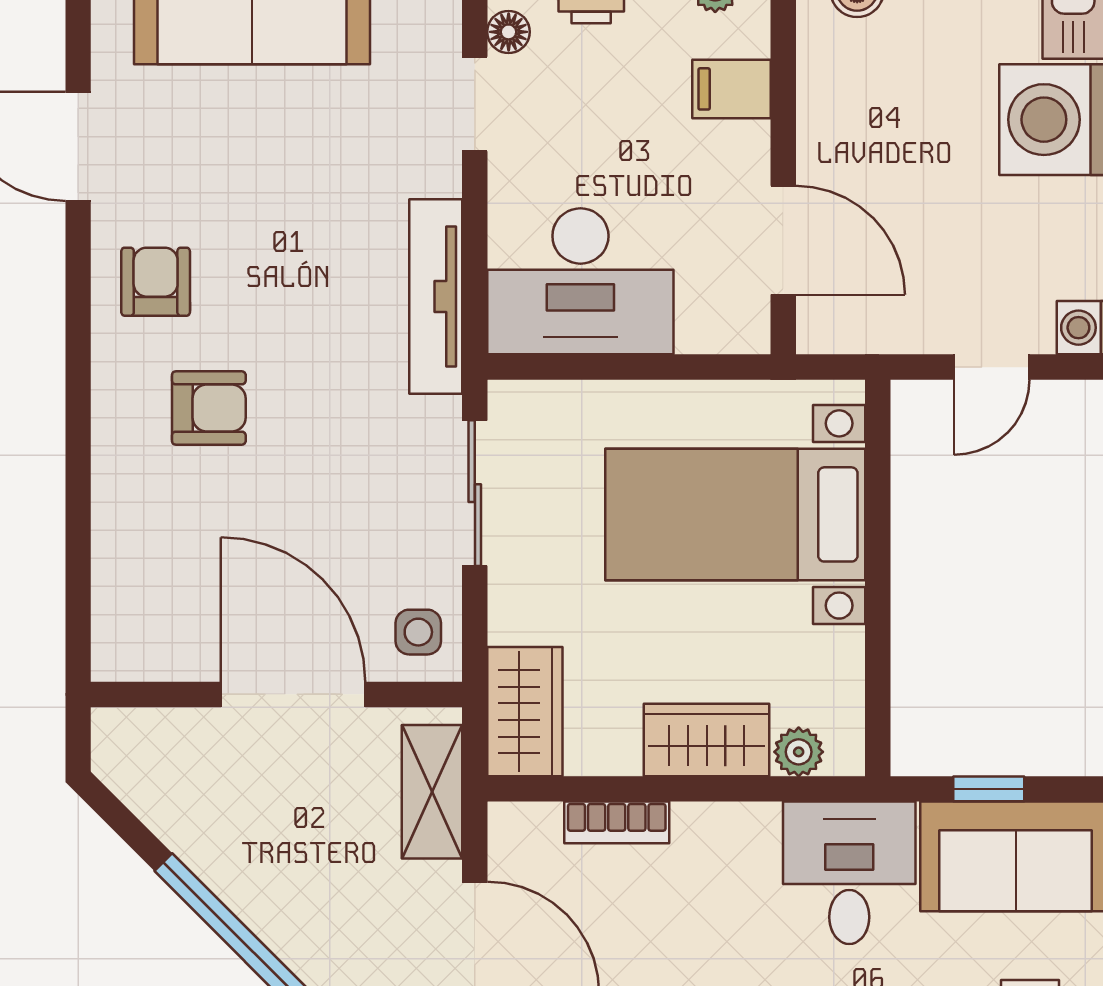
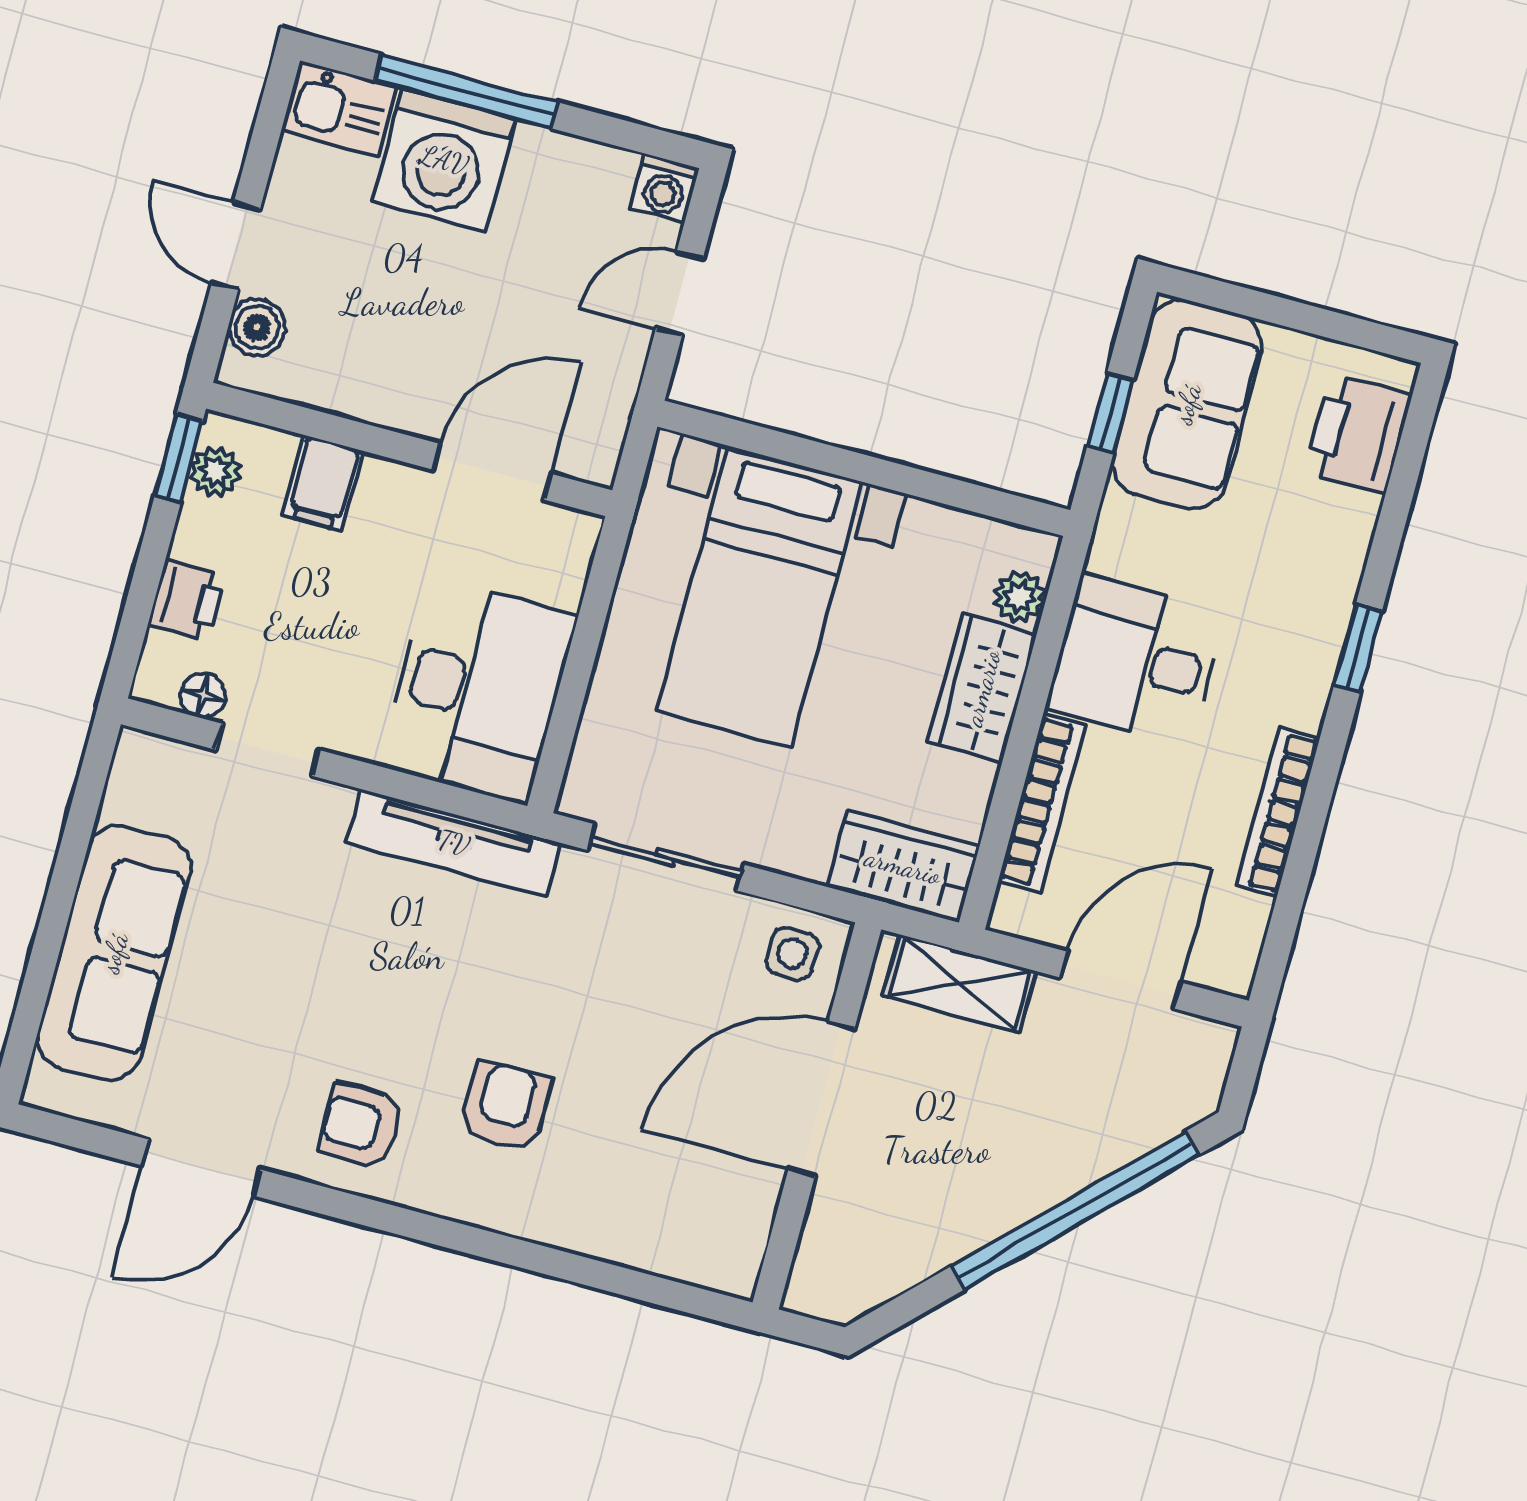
door: (992, 367) -> (679, 293), swing flipped
bookcase: (617, 822) -> (1042, 803), width x1.56
desk: (849, 873) -> (1136, 660), moved

